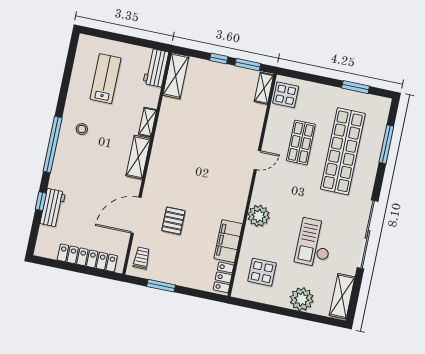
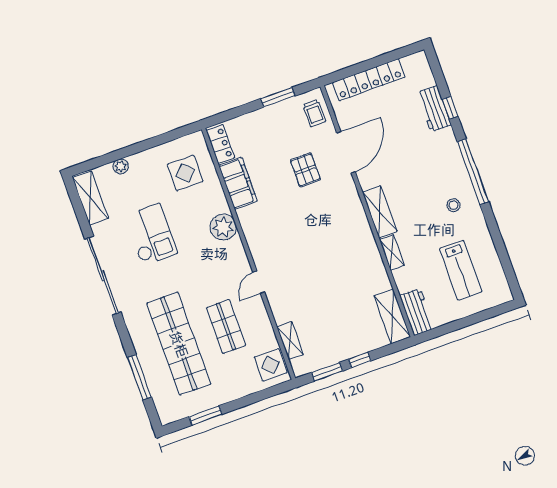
shelving: (264, 88) -> (290, 340), moved
plant: (302, 299) -> (121, 166), width x0.53, depth x0.53

